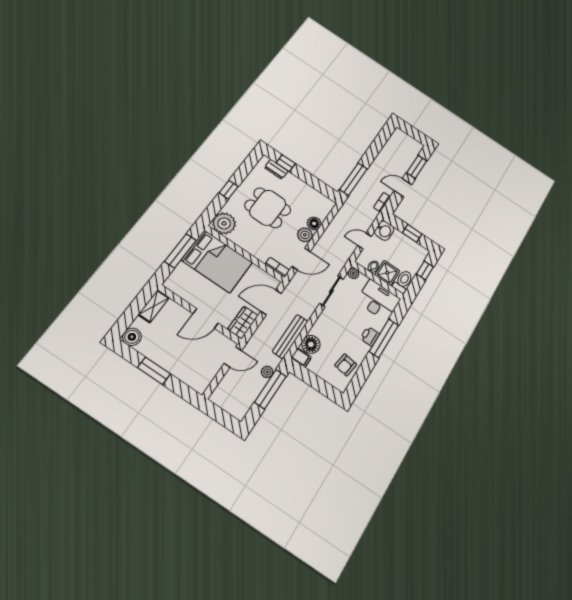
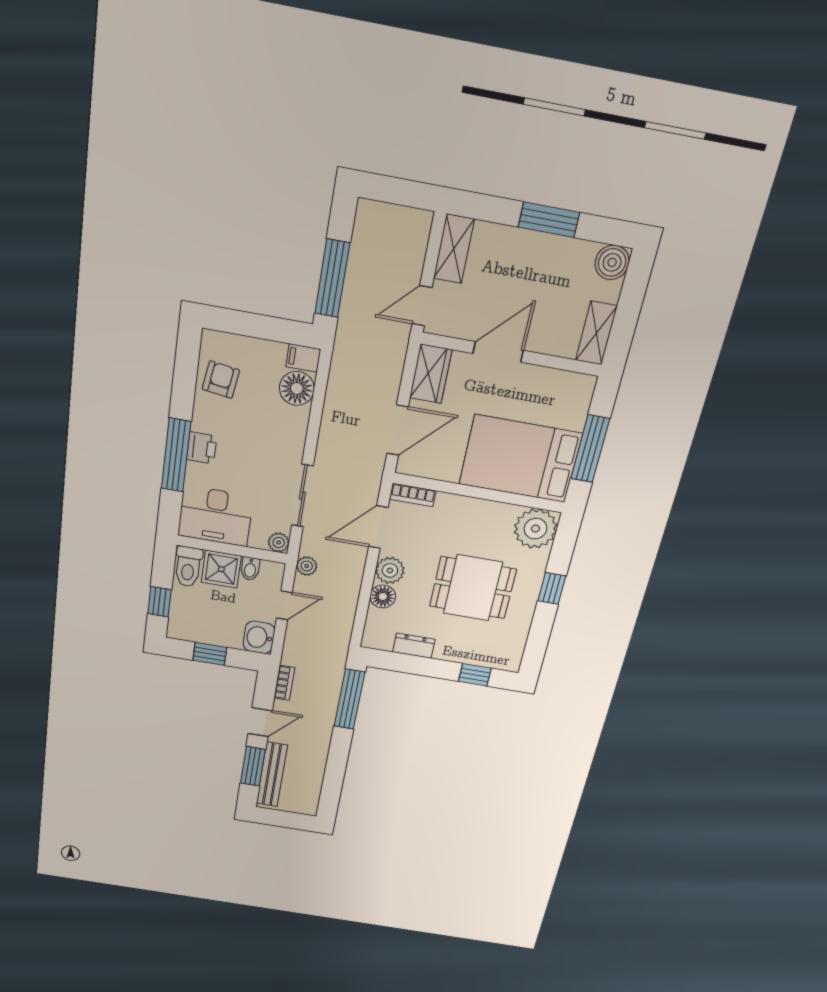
dresser: (276, 169) -> (414, 646), moved
bench: (290, 336) -> (272, 774), moved
plant: (267, 372) -> (307, 566), moved
shelving: (206, 377) -> (454, 249), added

